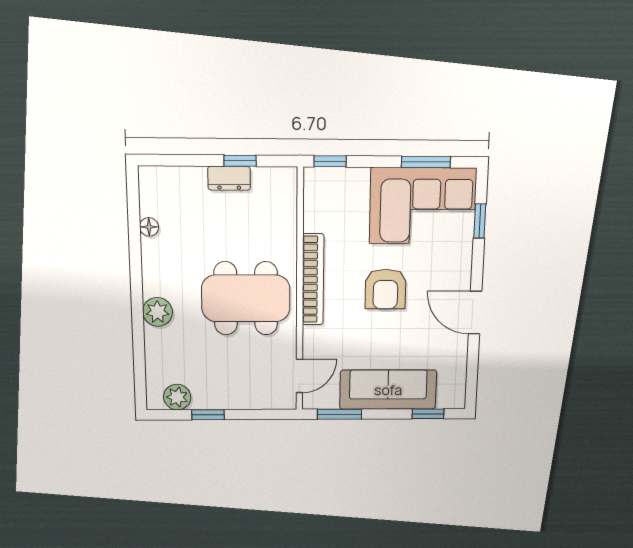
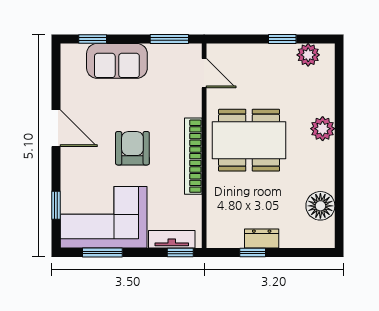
tv unit: (340, 178) -> (172, 239), added
floor lamp: (149, 227) -> (320, 206), width x1.89, depth x1.89
door: (299, 376) -> (204, 73), swing flipped
sofa: (388, 390) -> (117, 61), width x0.73

